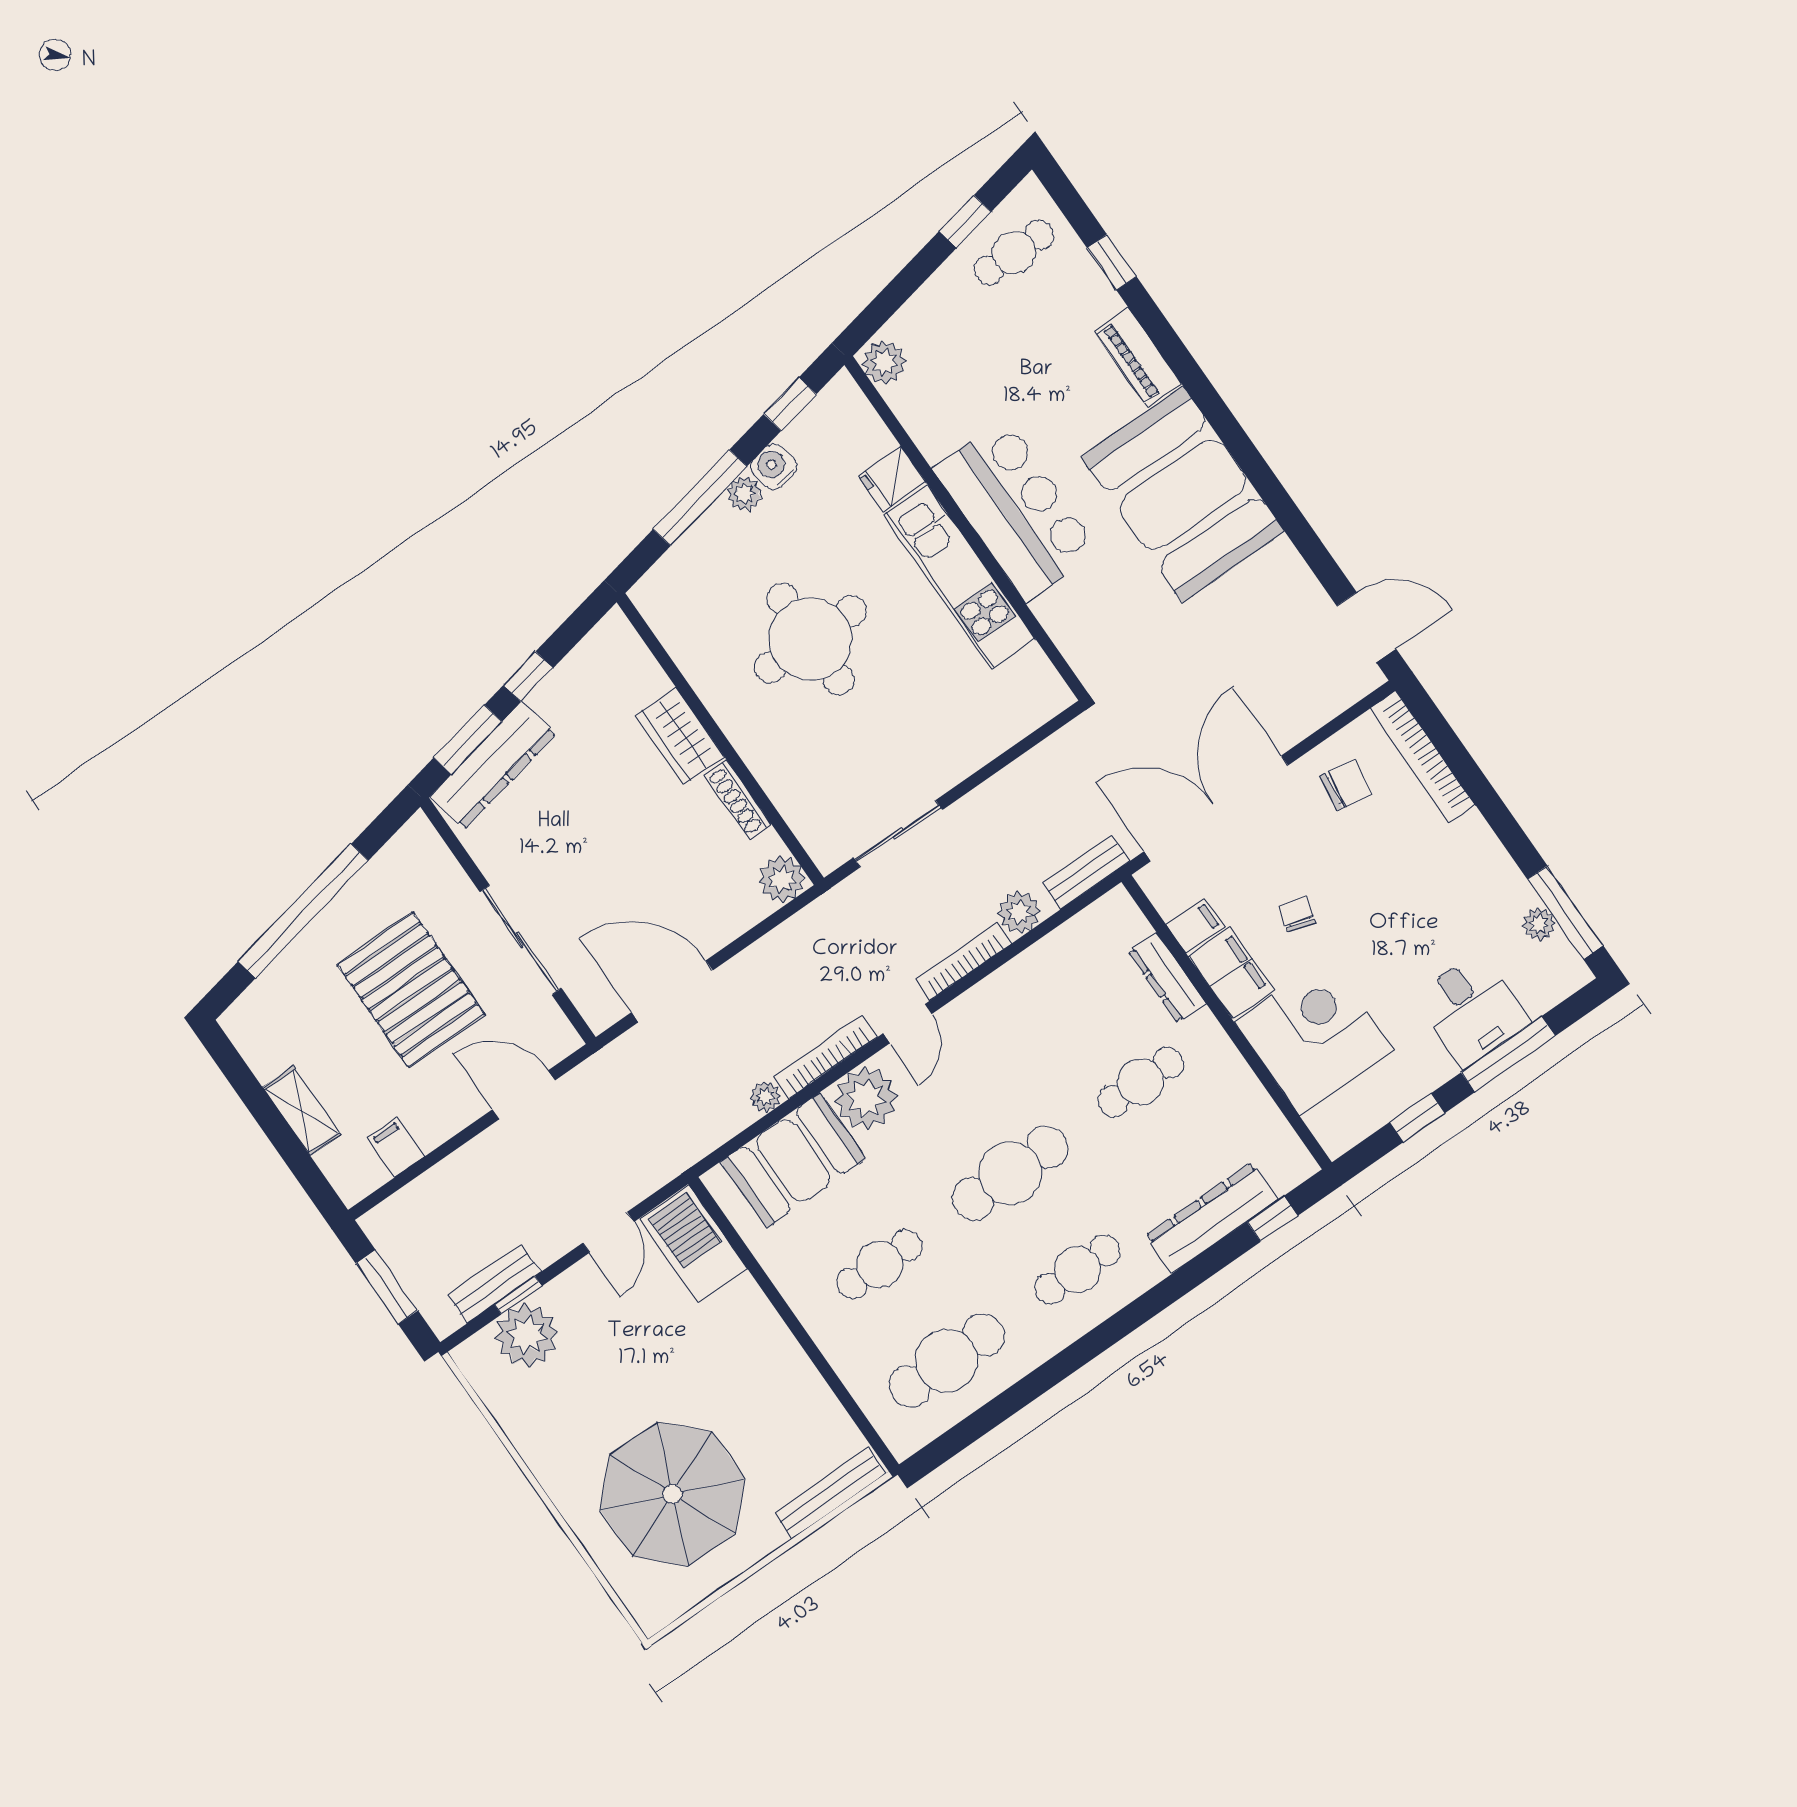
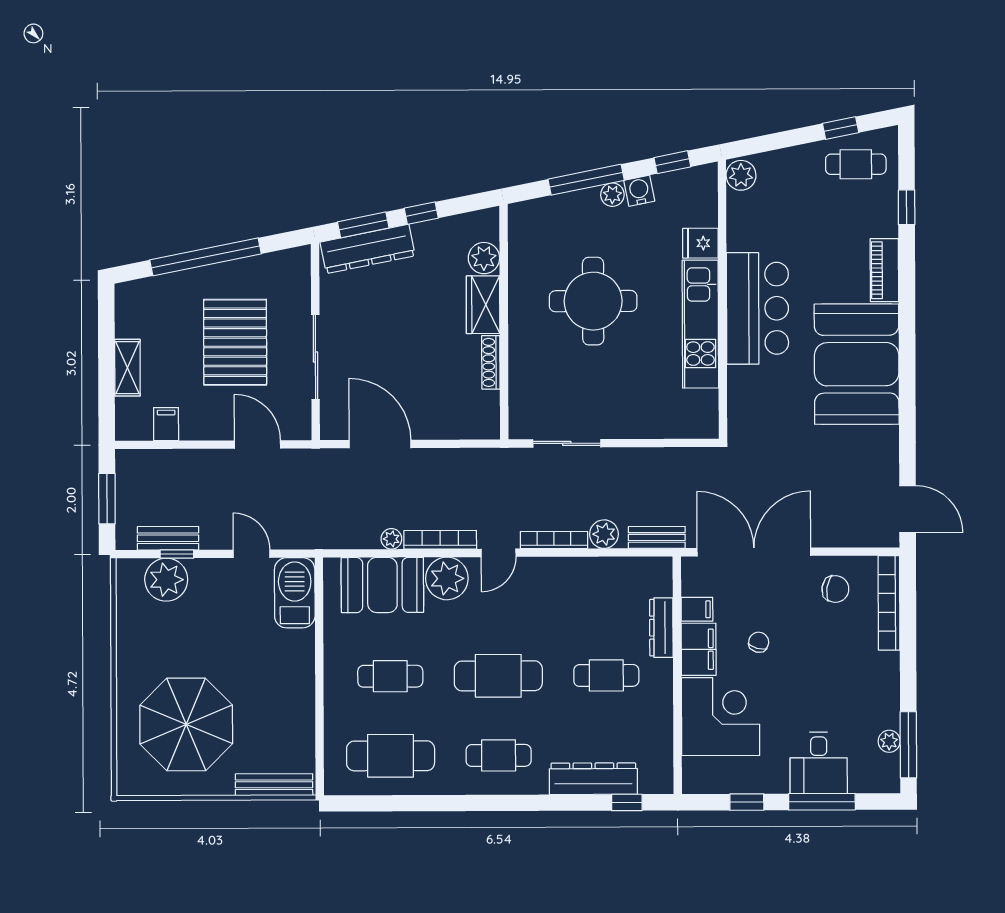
plant: (782, 879) -> (484, 258), moved
door: (608, 1232) -> (252, 554), swing flipped

